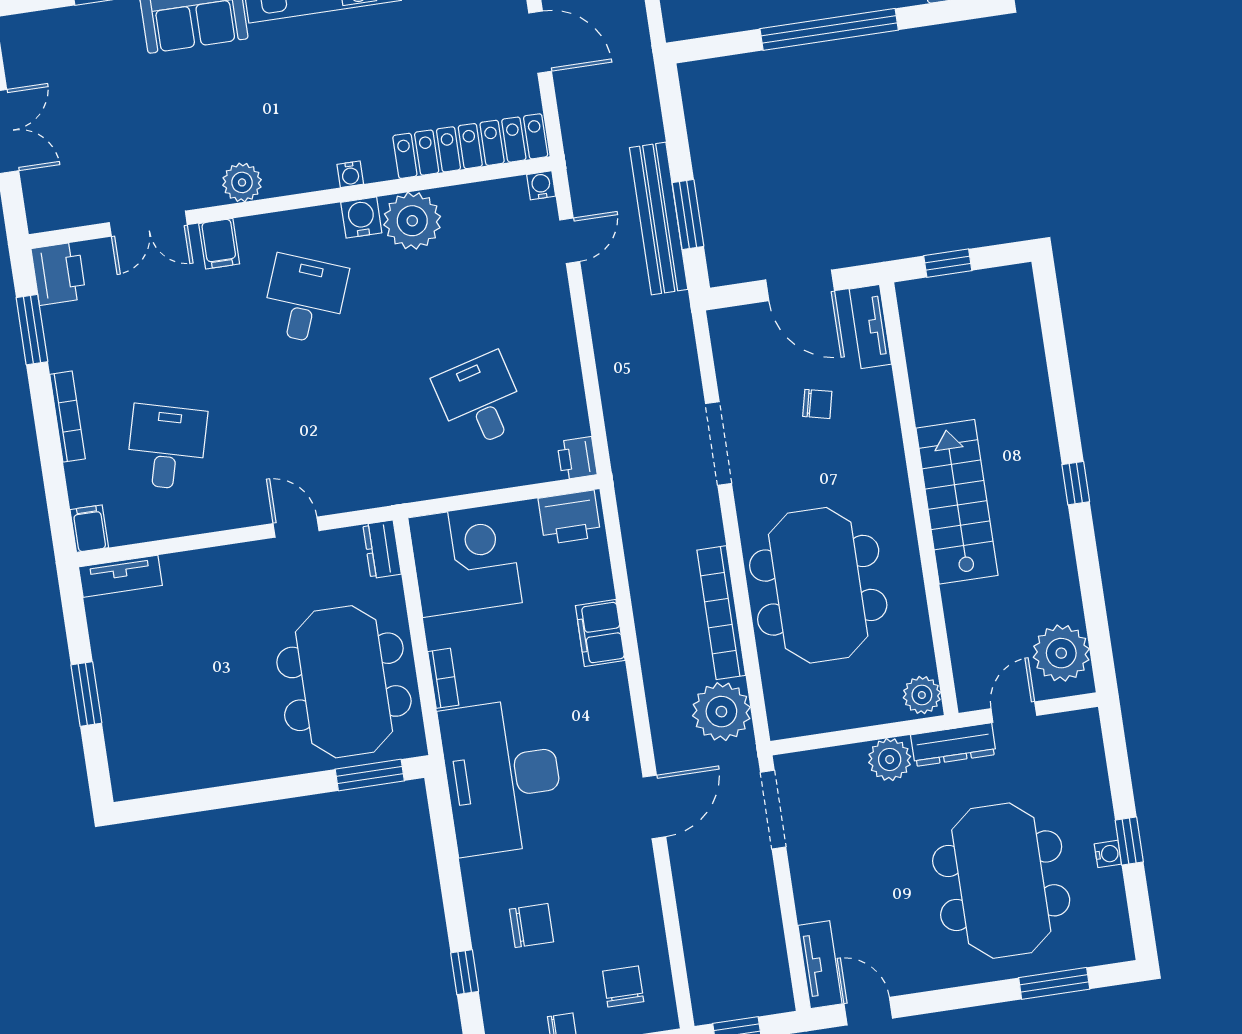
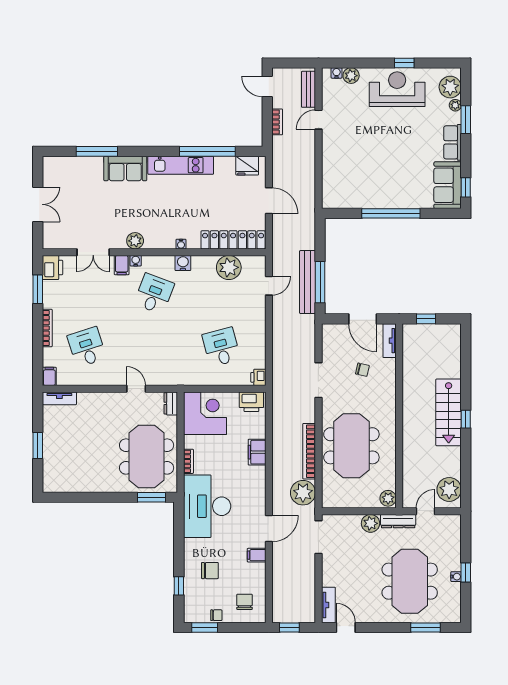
water cooler: (541, 185) -> (136, 261), moved
window: (688, 215) -> (320, 282), width x1.44
plant: (412, 221) -> (229, 267), moved
desk: (167, 447) -> (87, 347), turned -33
stairs: (957, 502) -> (449, 412), moved, turned 180
filing cabinet: (635, 873) -> (257, 555), added

